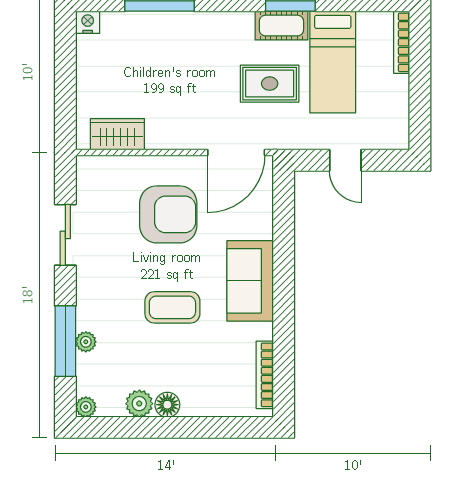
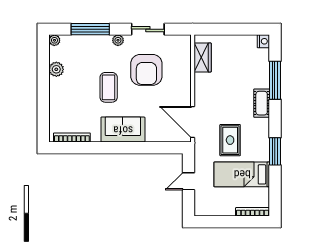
cot: (281, 26) -> (262, 103), moved
armchair: (168, 214) -> (146, 70), moved
plant: (86, 342) -> (118, 40), moved
floor lamp: (167, 405) -> (56, 85), removed

